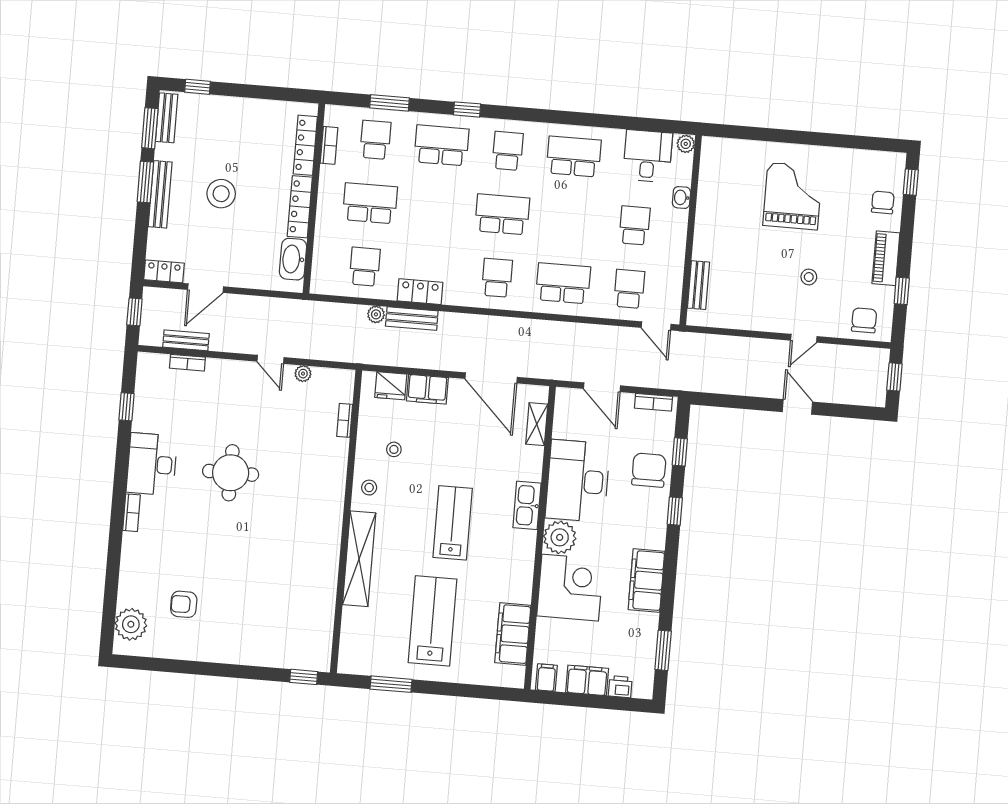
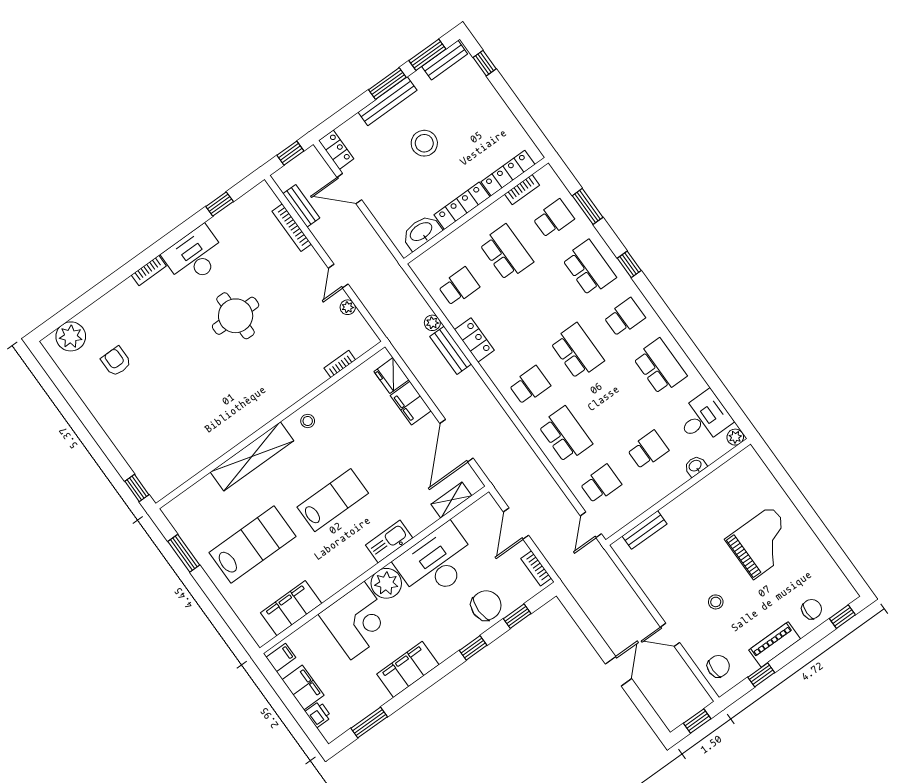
bookcase: (187, 363) -> (292, 228), width x1.56
stool: (394, 449) -> (349, 416), removed

